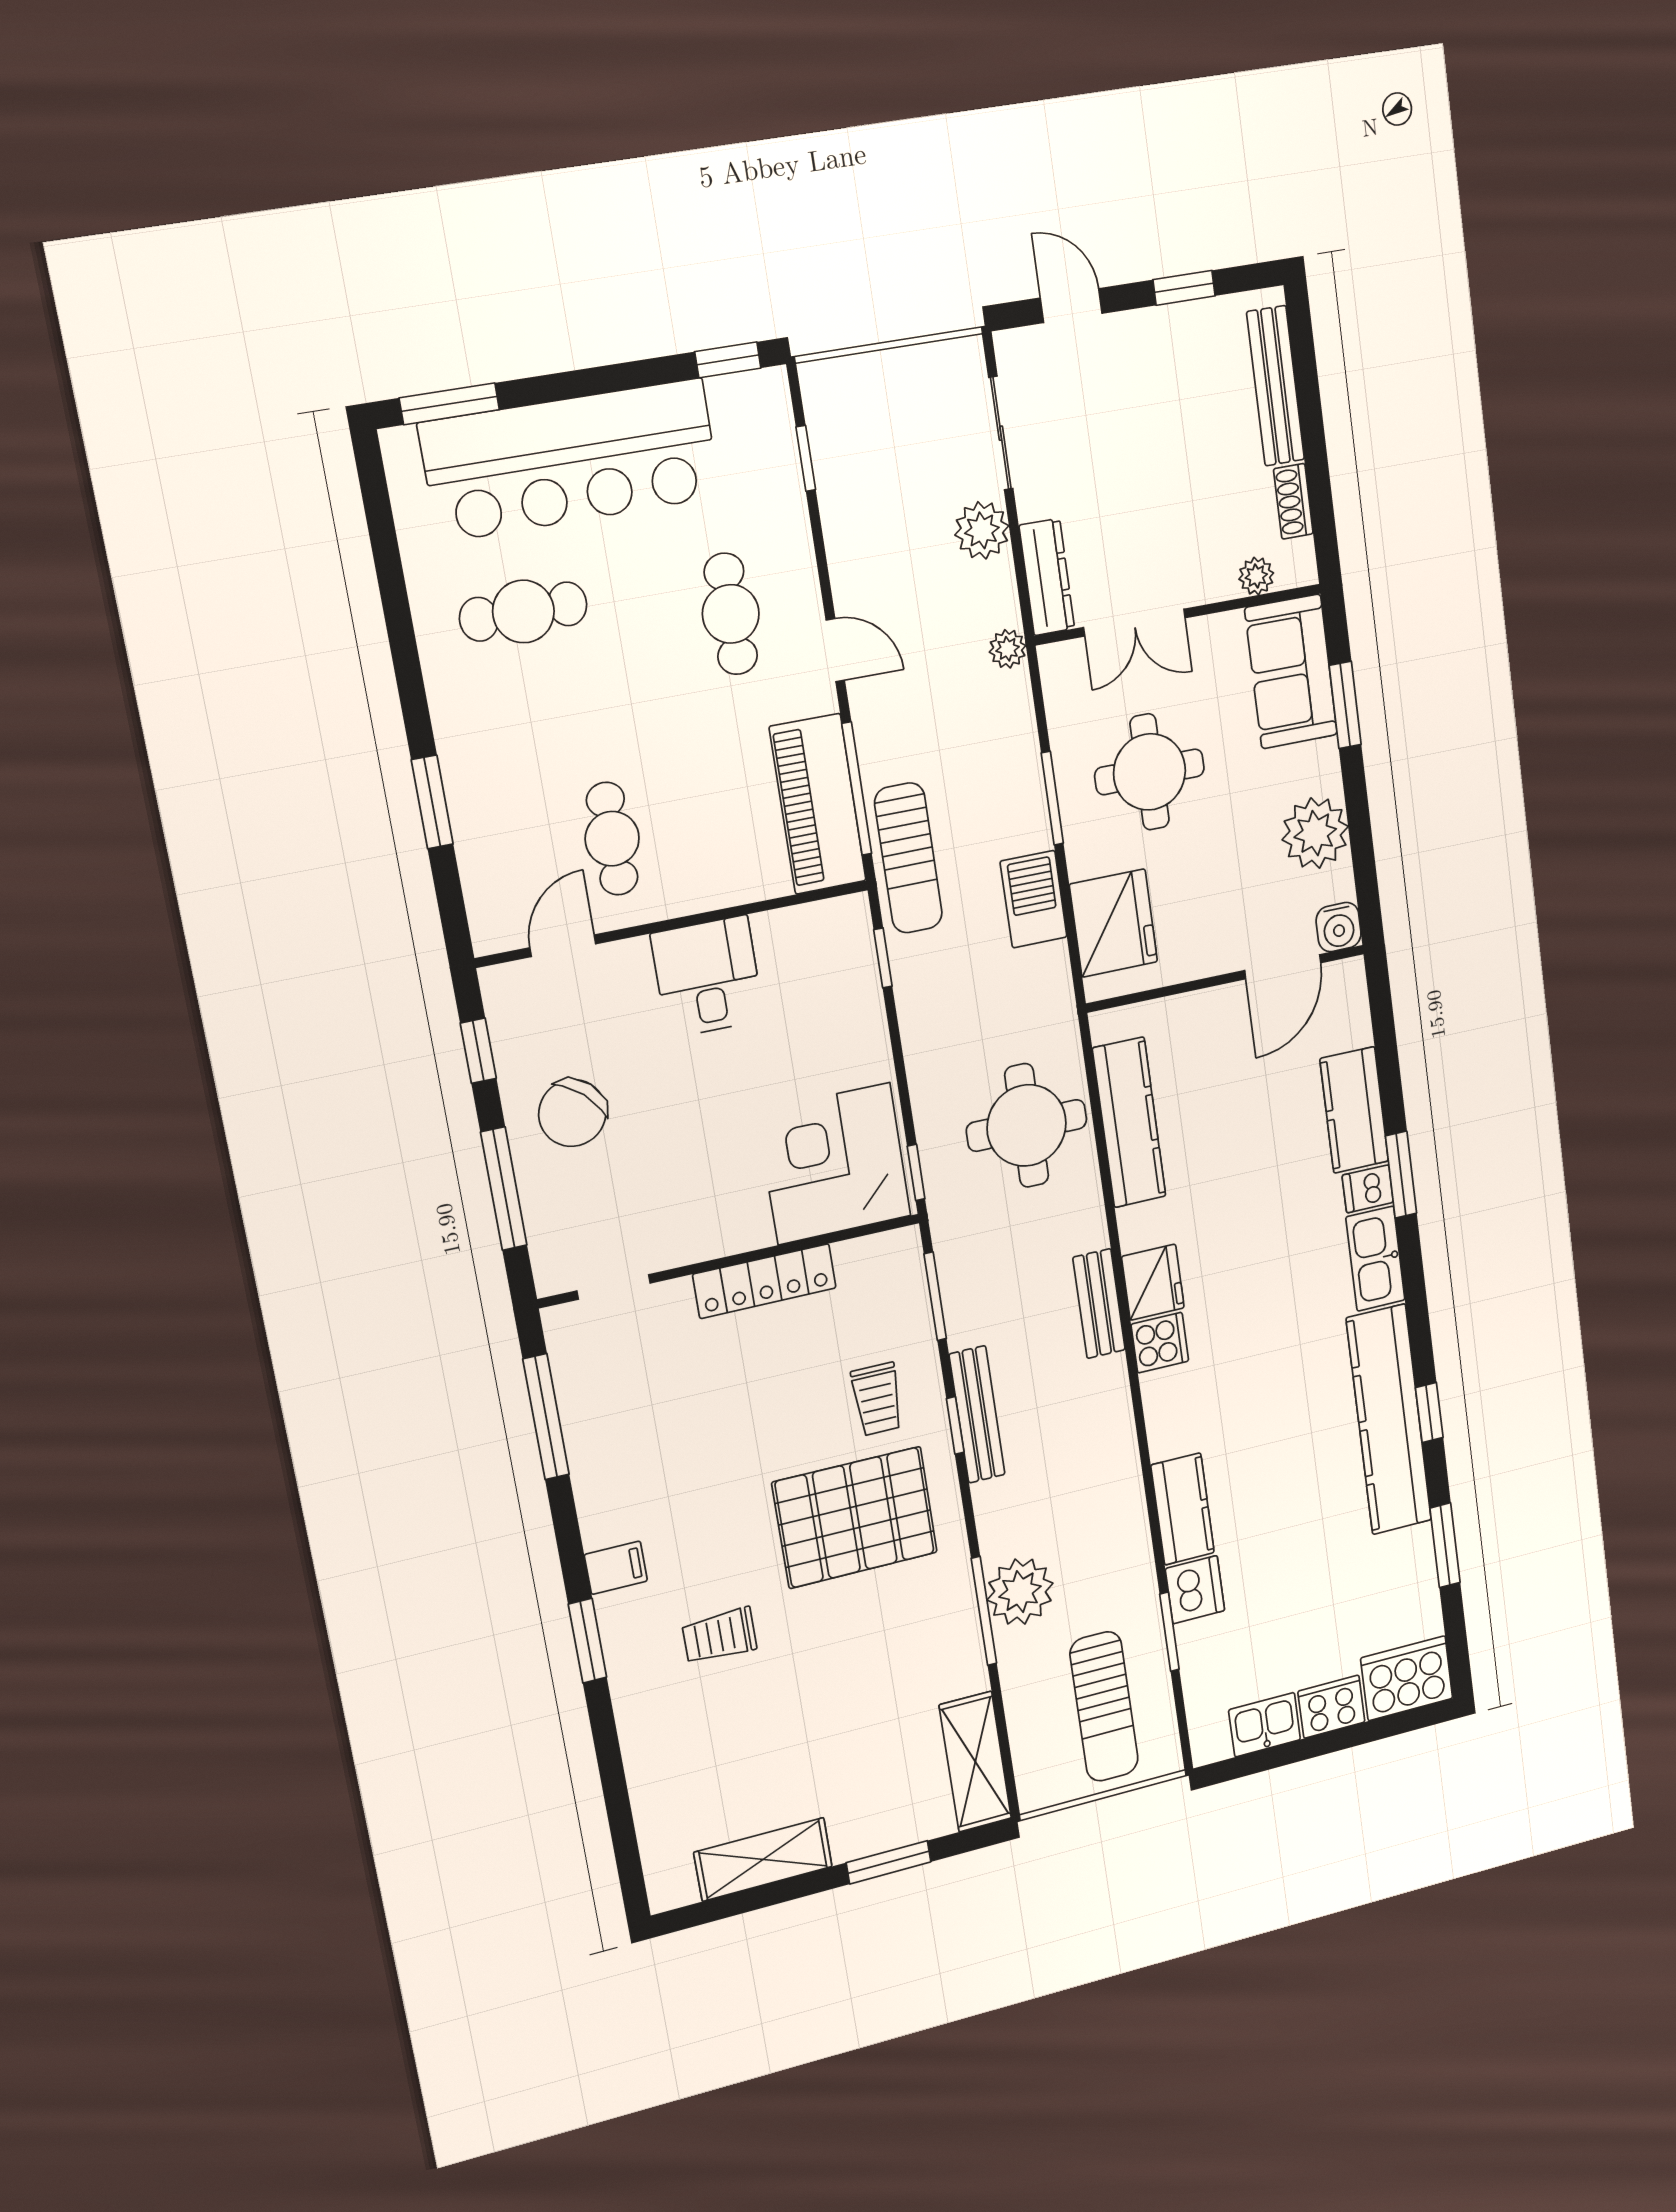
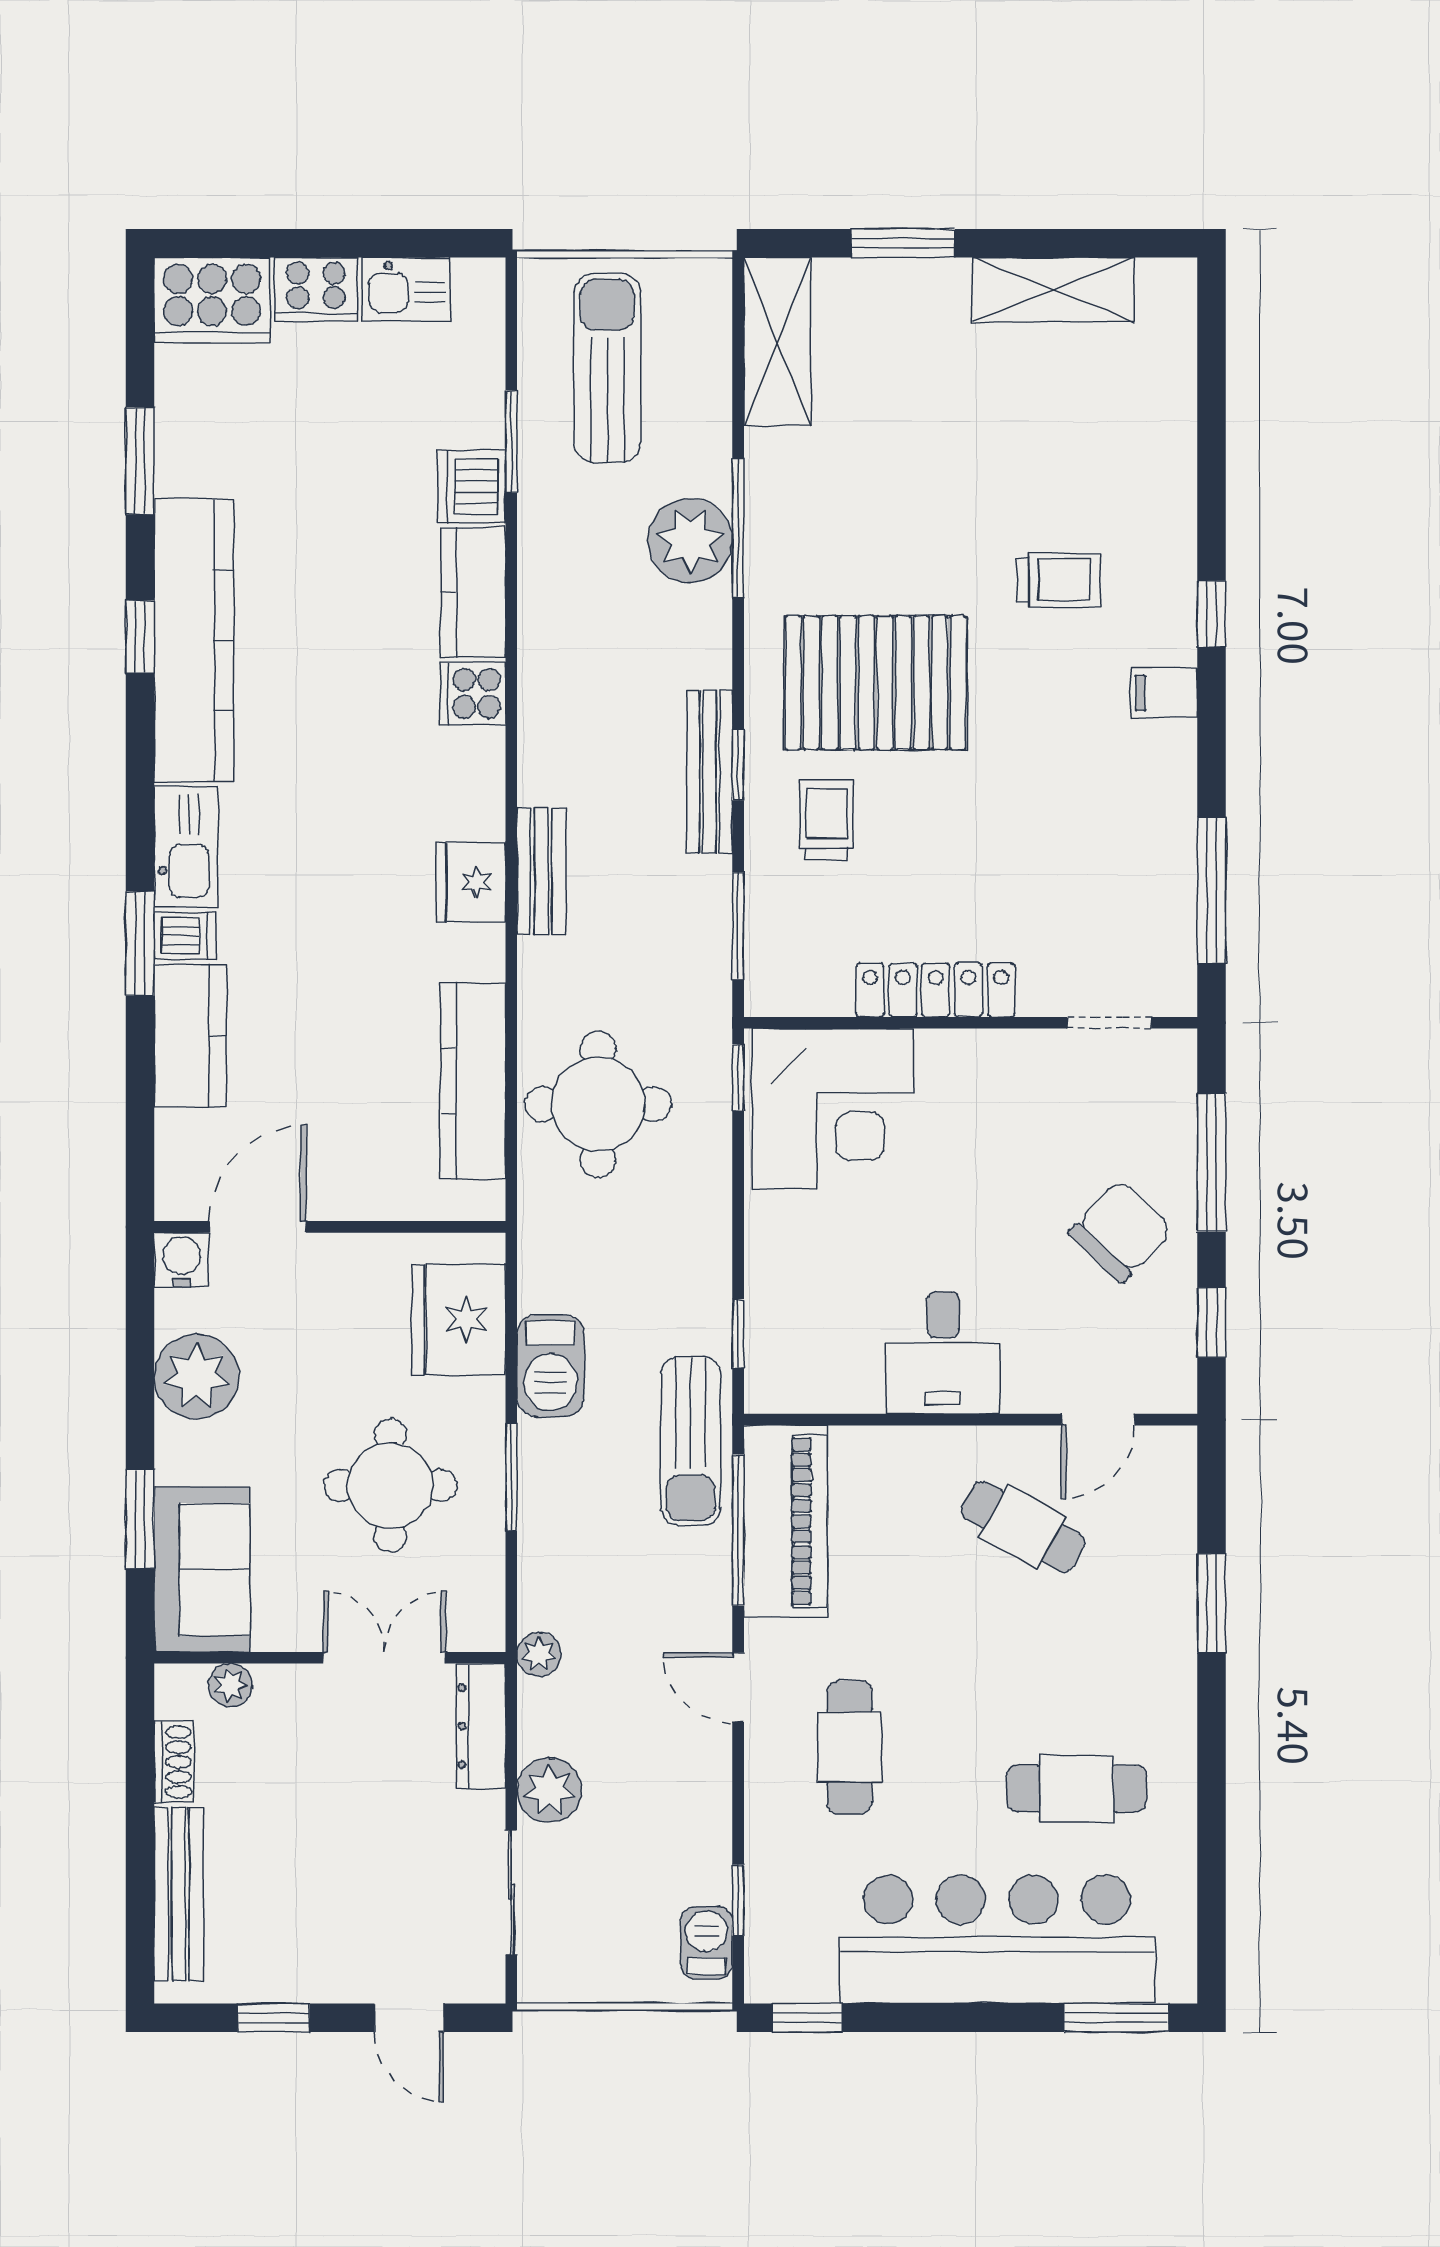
barbecue: (827, 415) -> (707, 1943), added
cafe table: (612, 839) -> (1023, 1527), turned -61
sun lounger: (908, 858) -> (691, 1441), turned 180
cooker: (1160, 1343) -> (473, 693), moved
window: (588, 1641) -> (1212, 614), width x0.67

